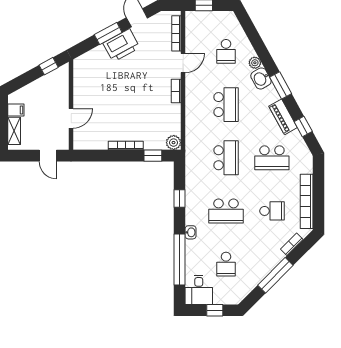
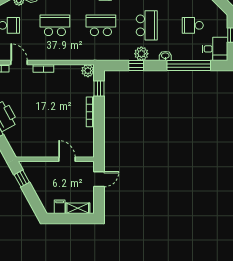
plant: (193, 205) -> (141, 54), added
school desk: (226, 264) -> (193, 25), turned 180

